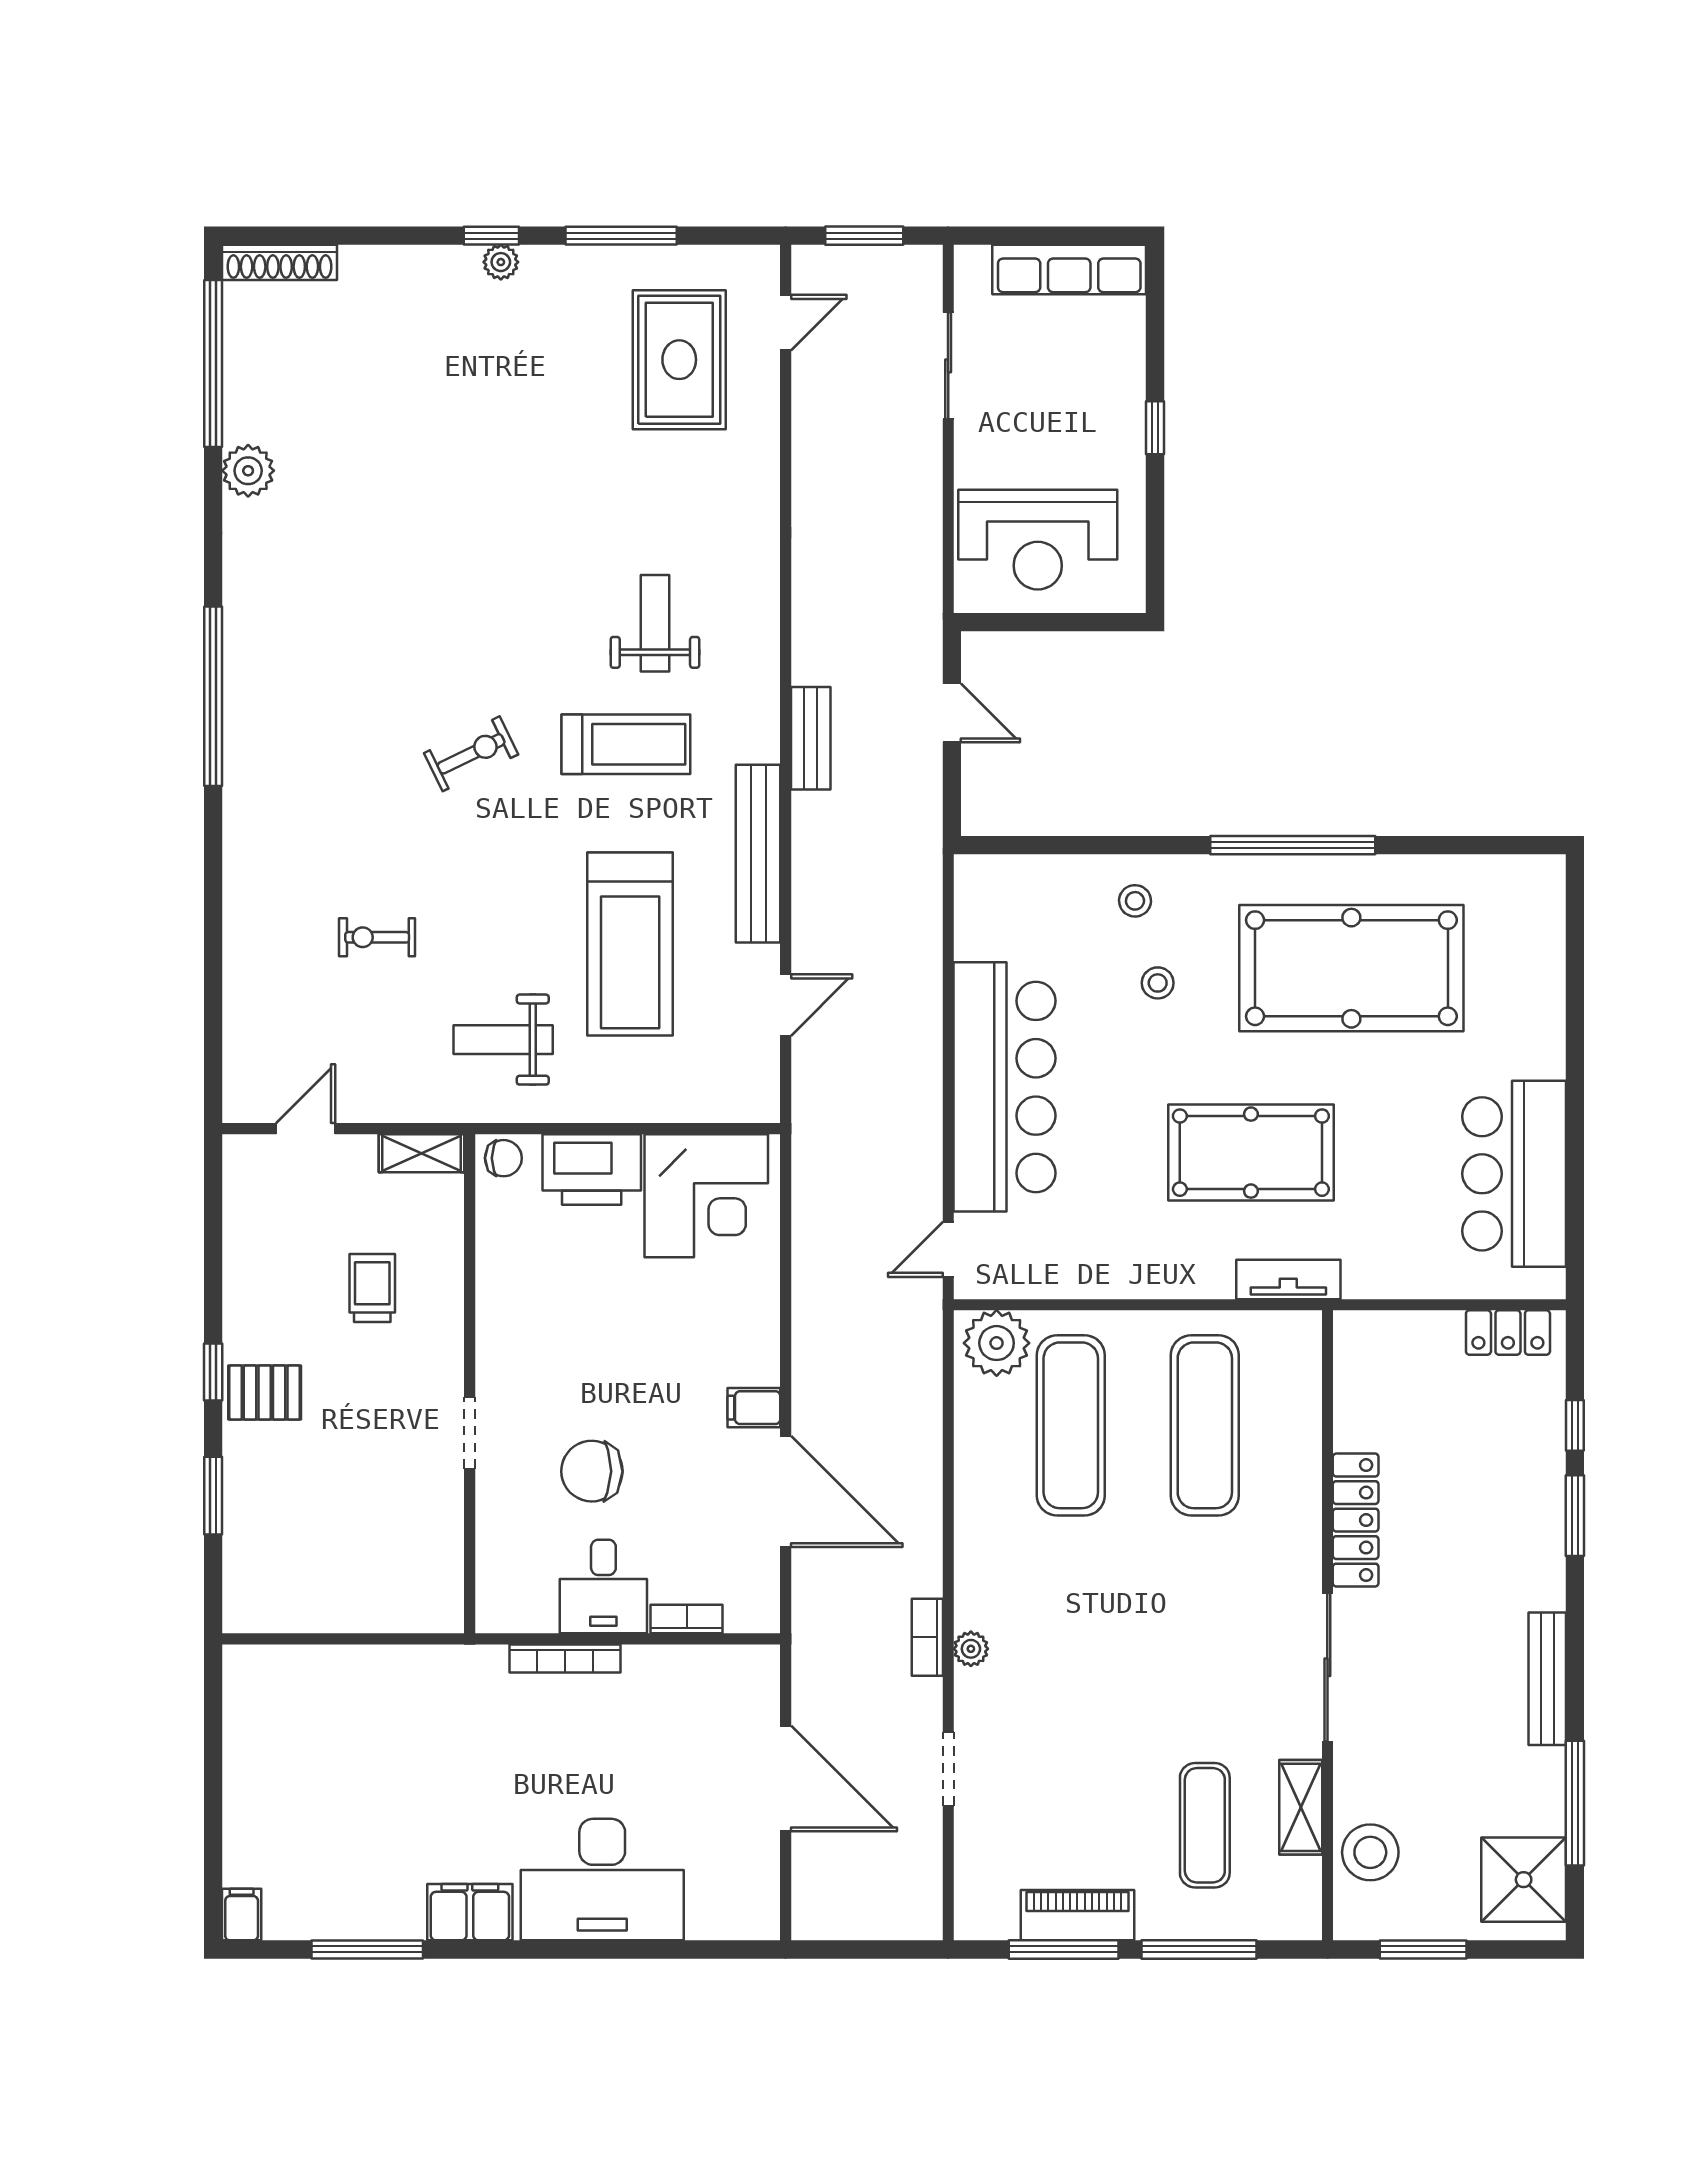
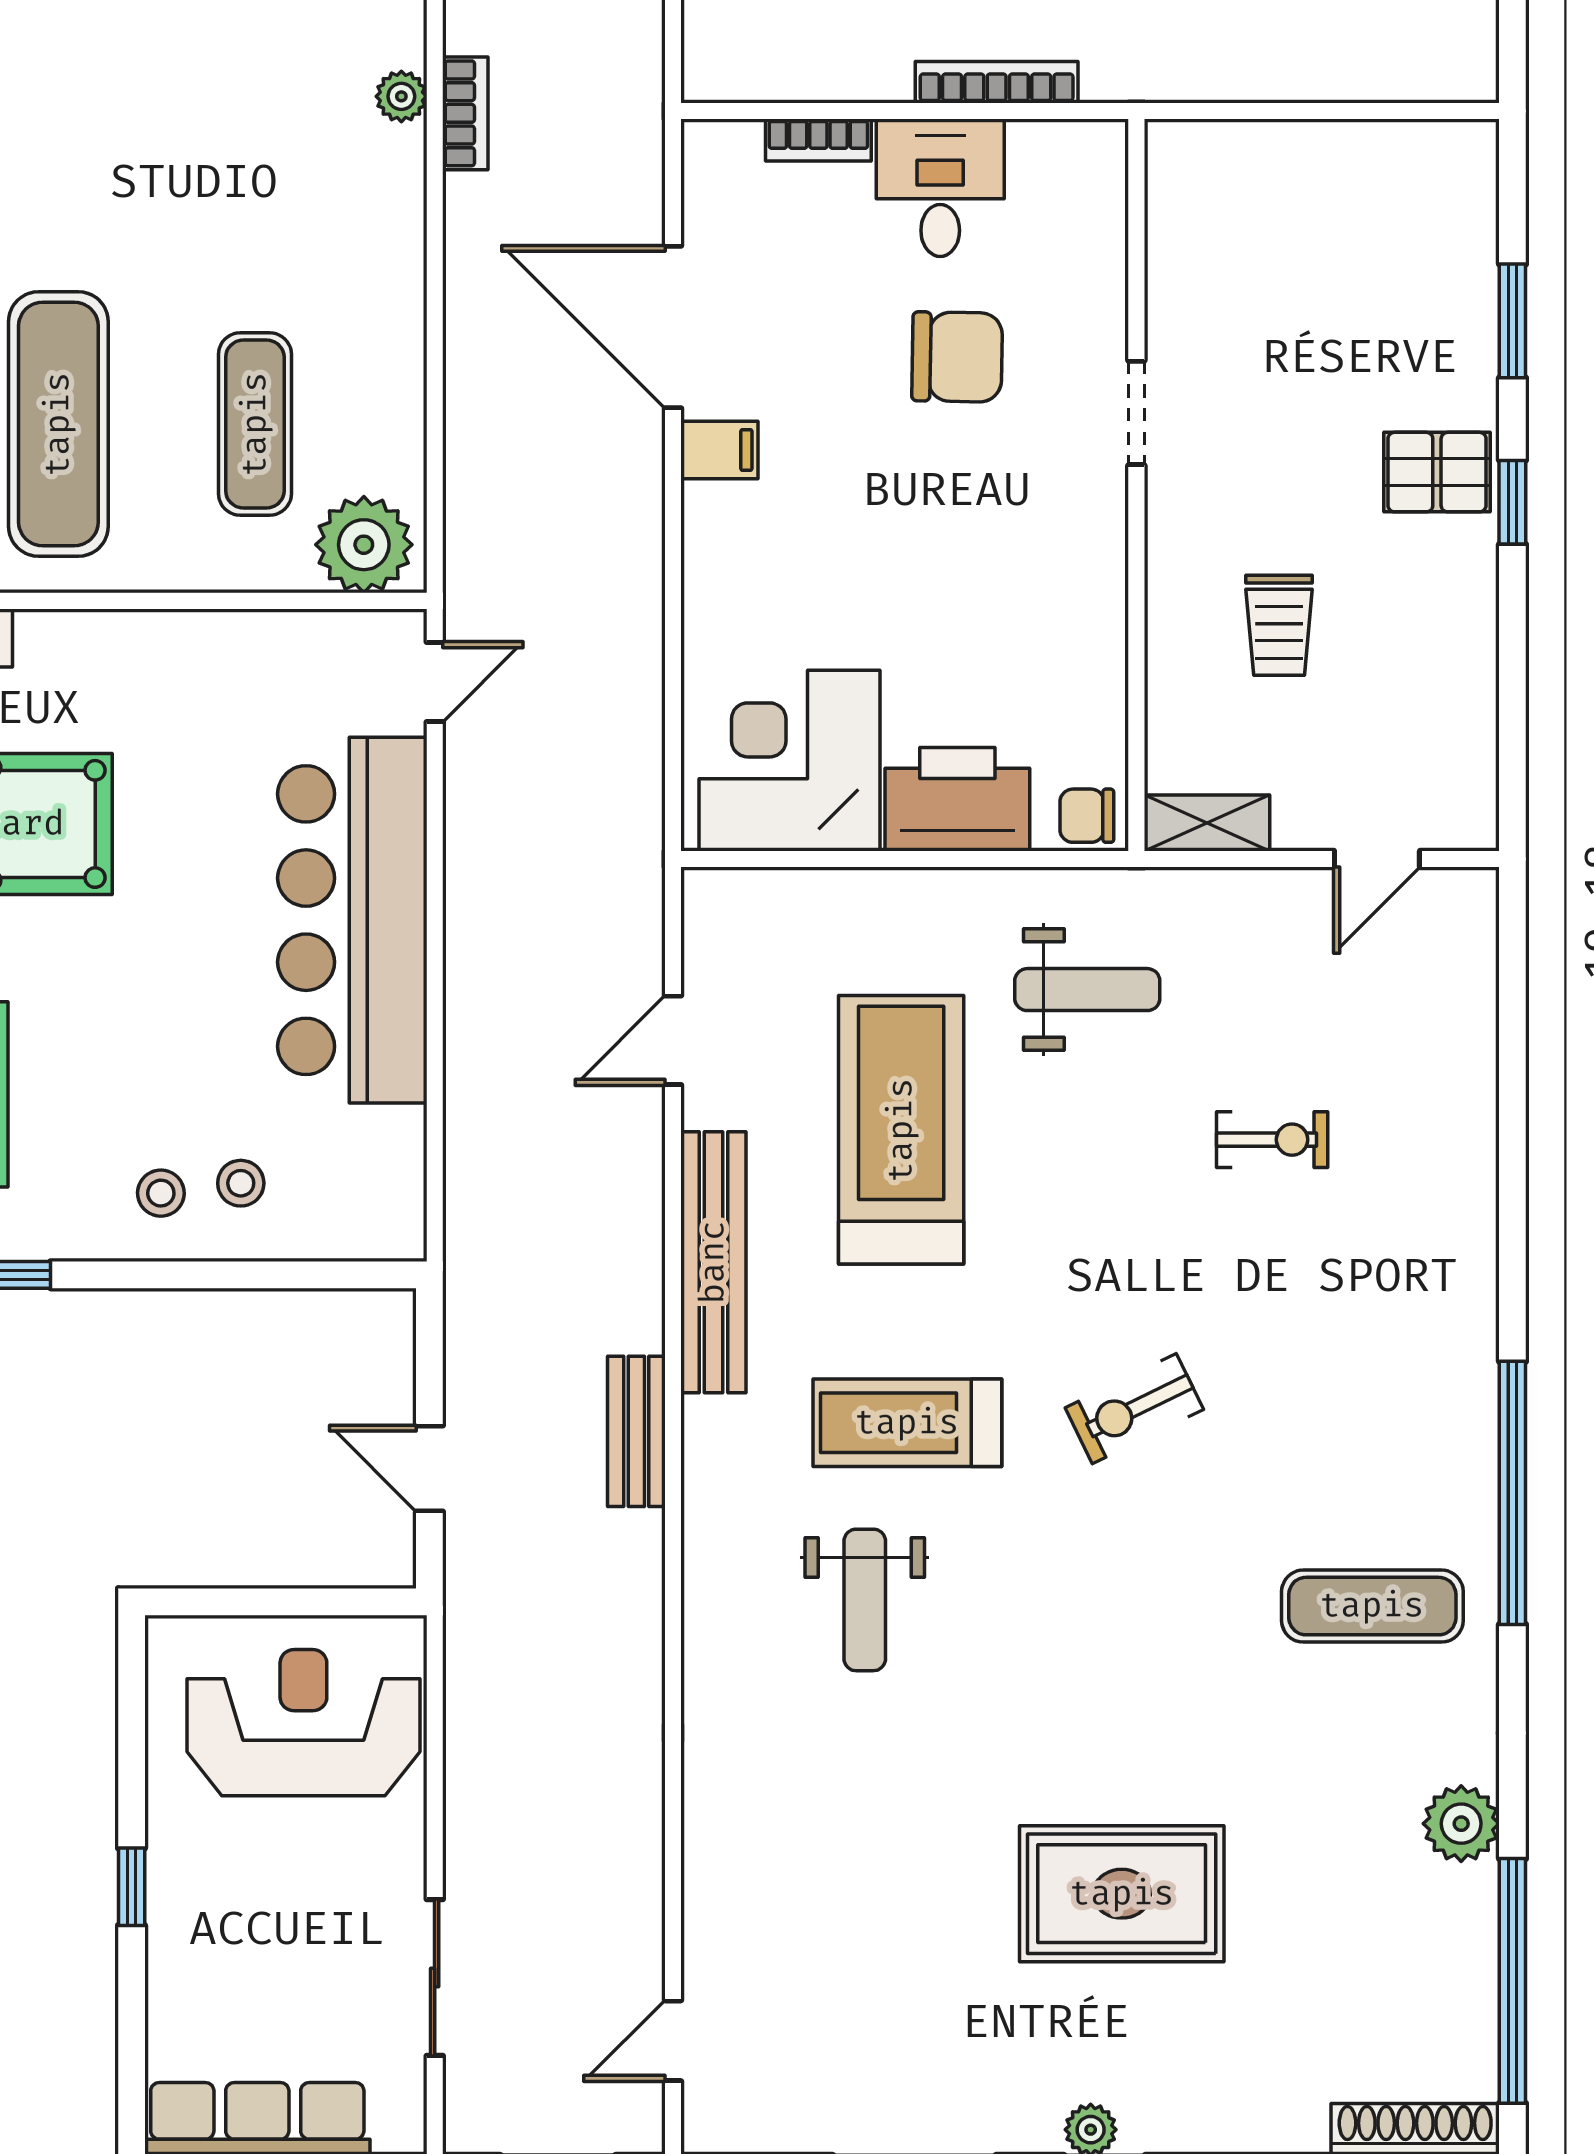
rug: (679, 360) -> (1122, 1894), moved, turned 90
exercise mat: (309, 619) -> (1372, 1606), added
stool: (1158, 983) -> (241, 1183), moved
exercise mat: (1071, 1425) -> (255, 424), width x0.73, depth x0.69

